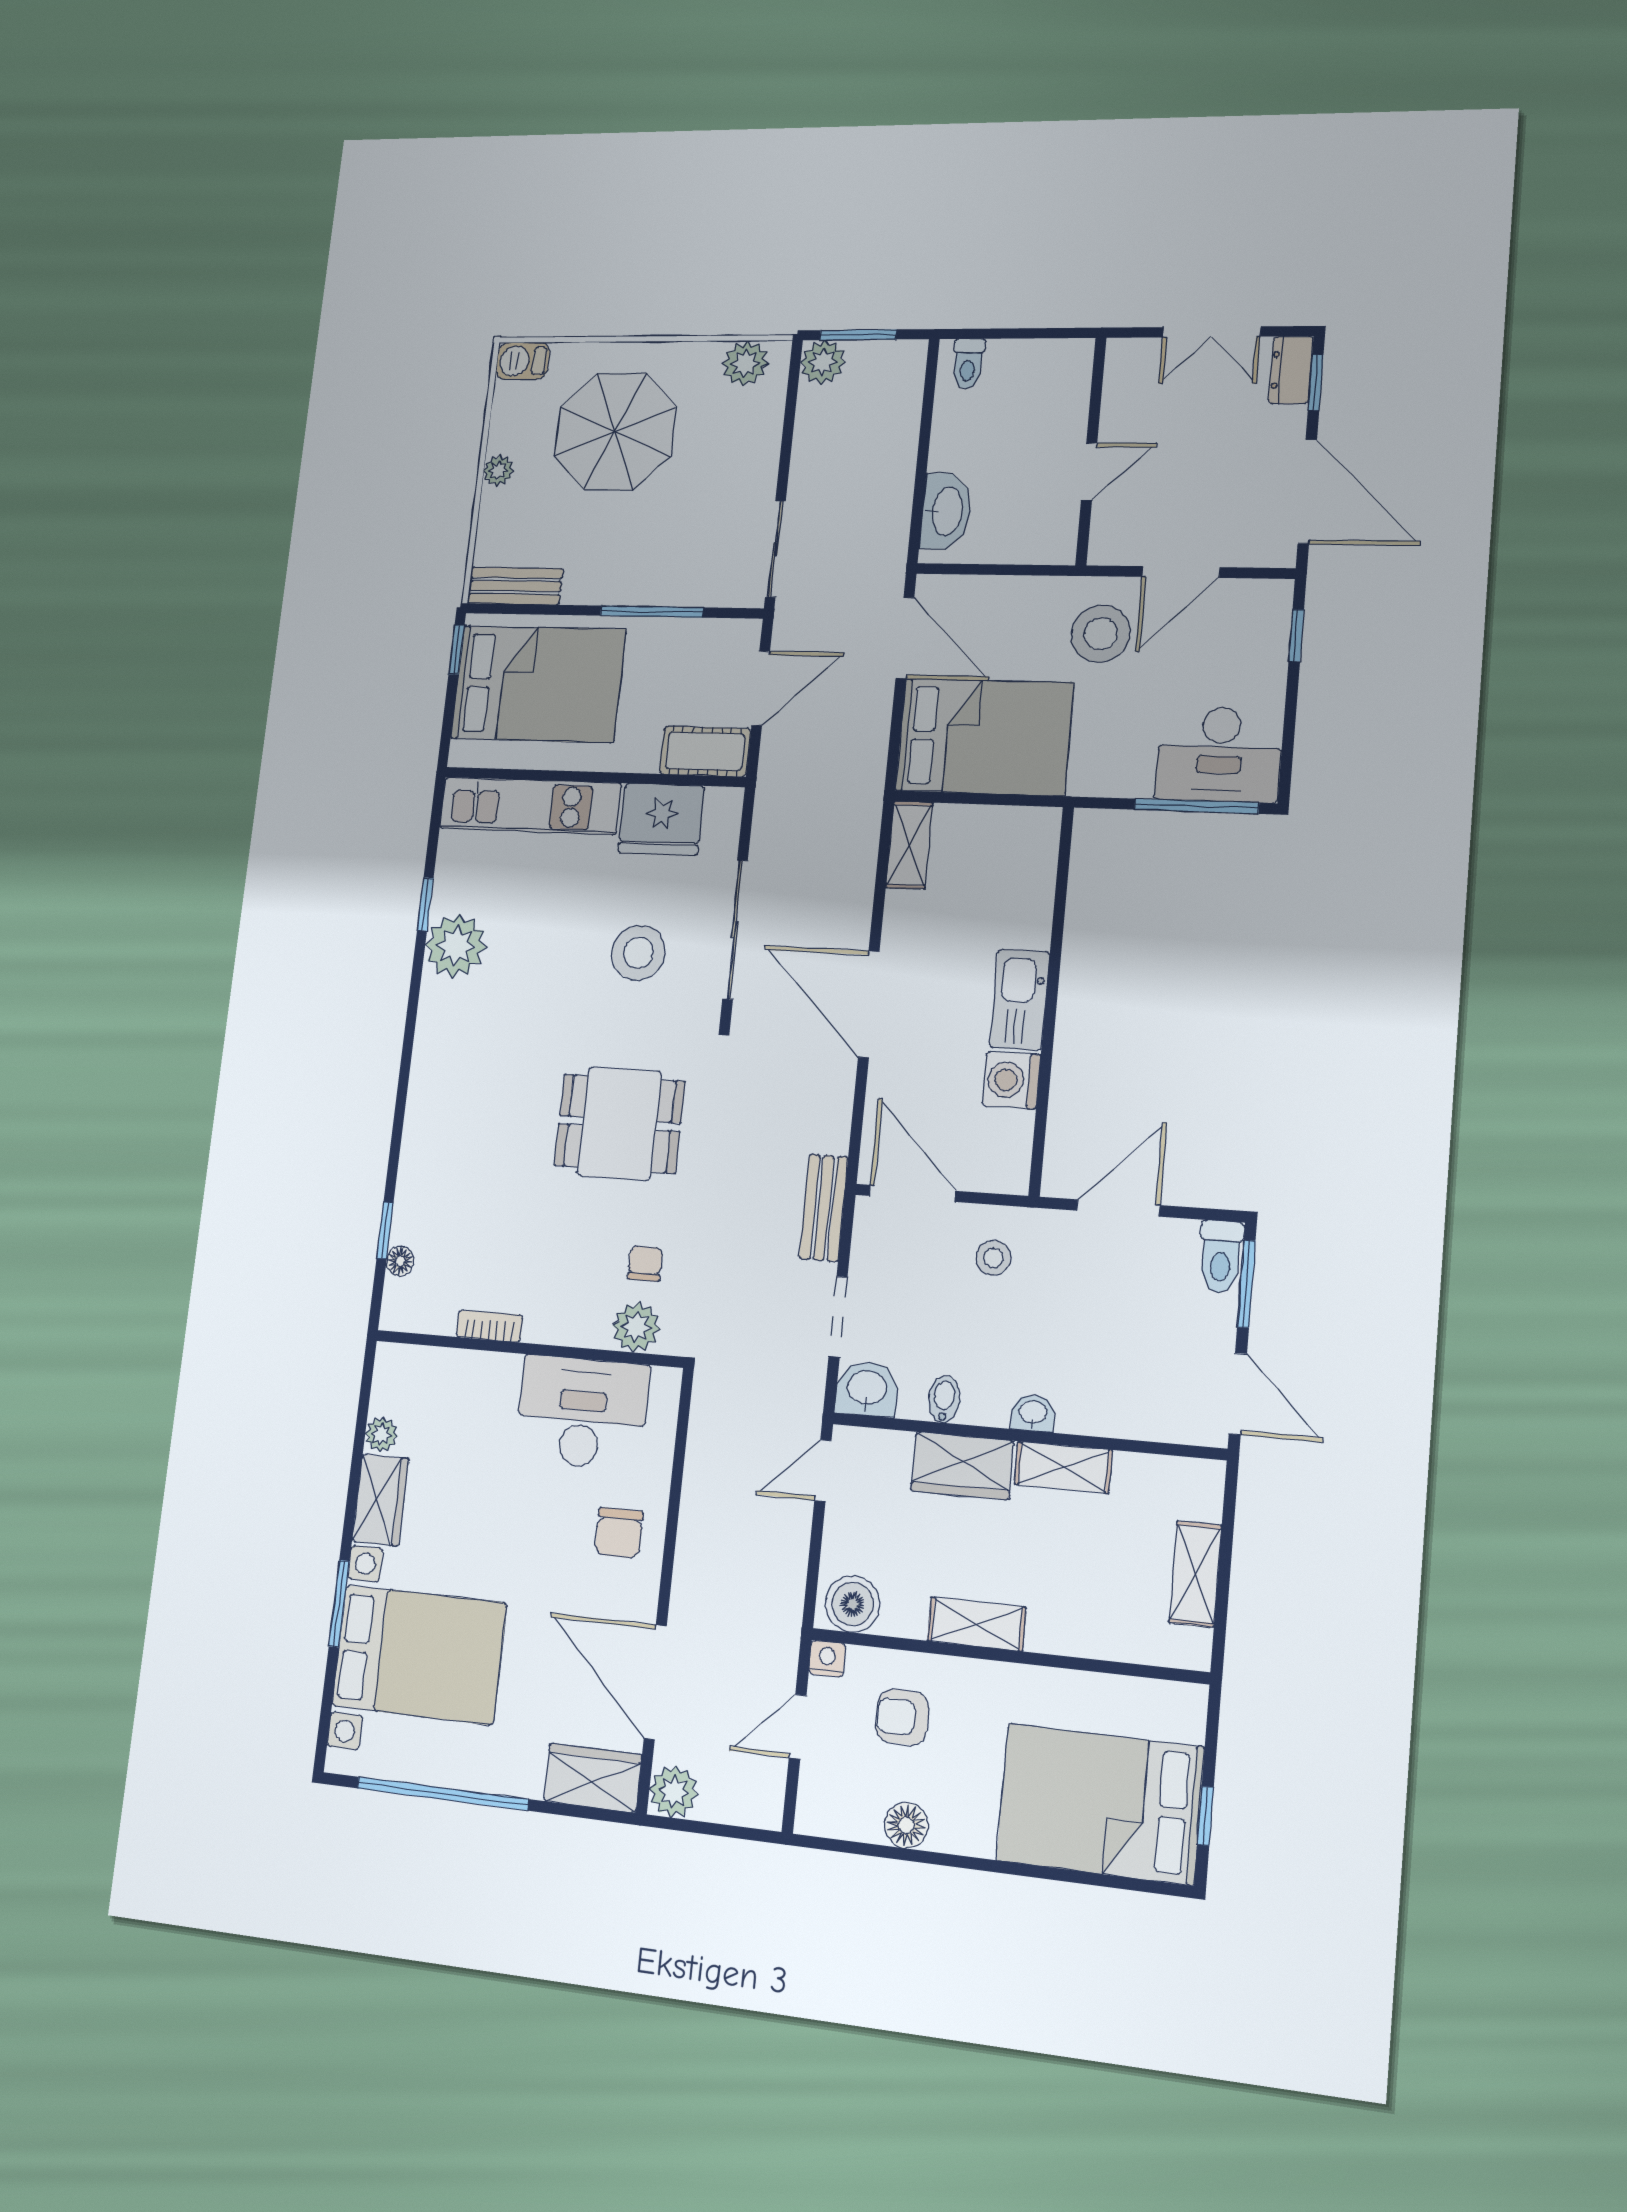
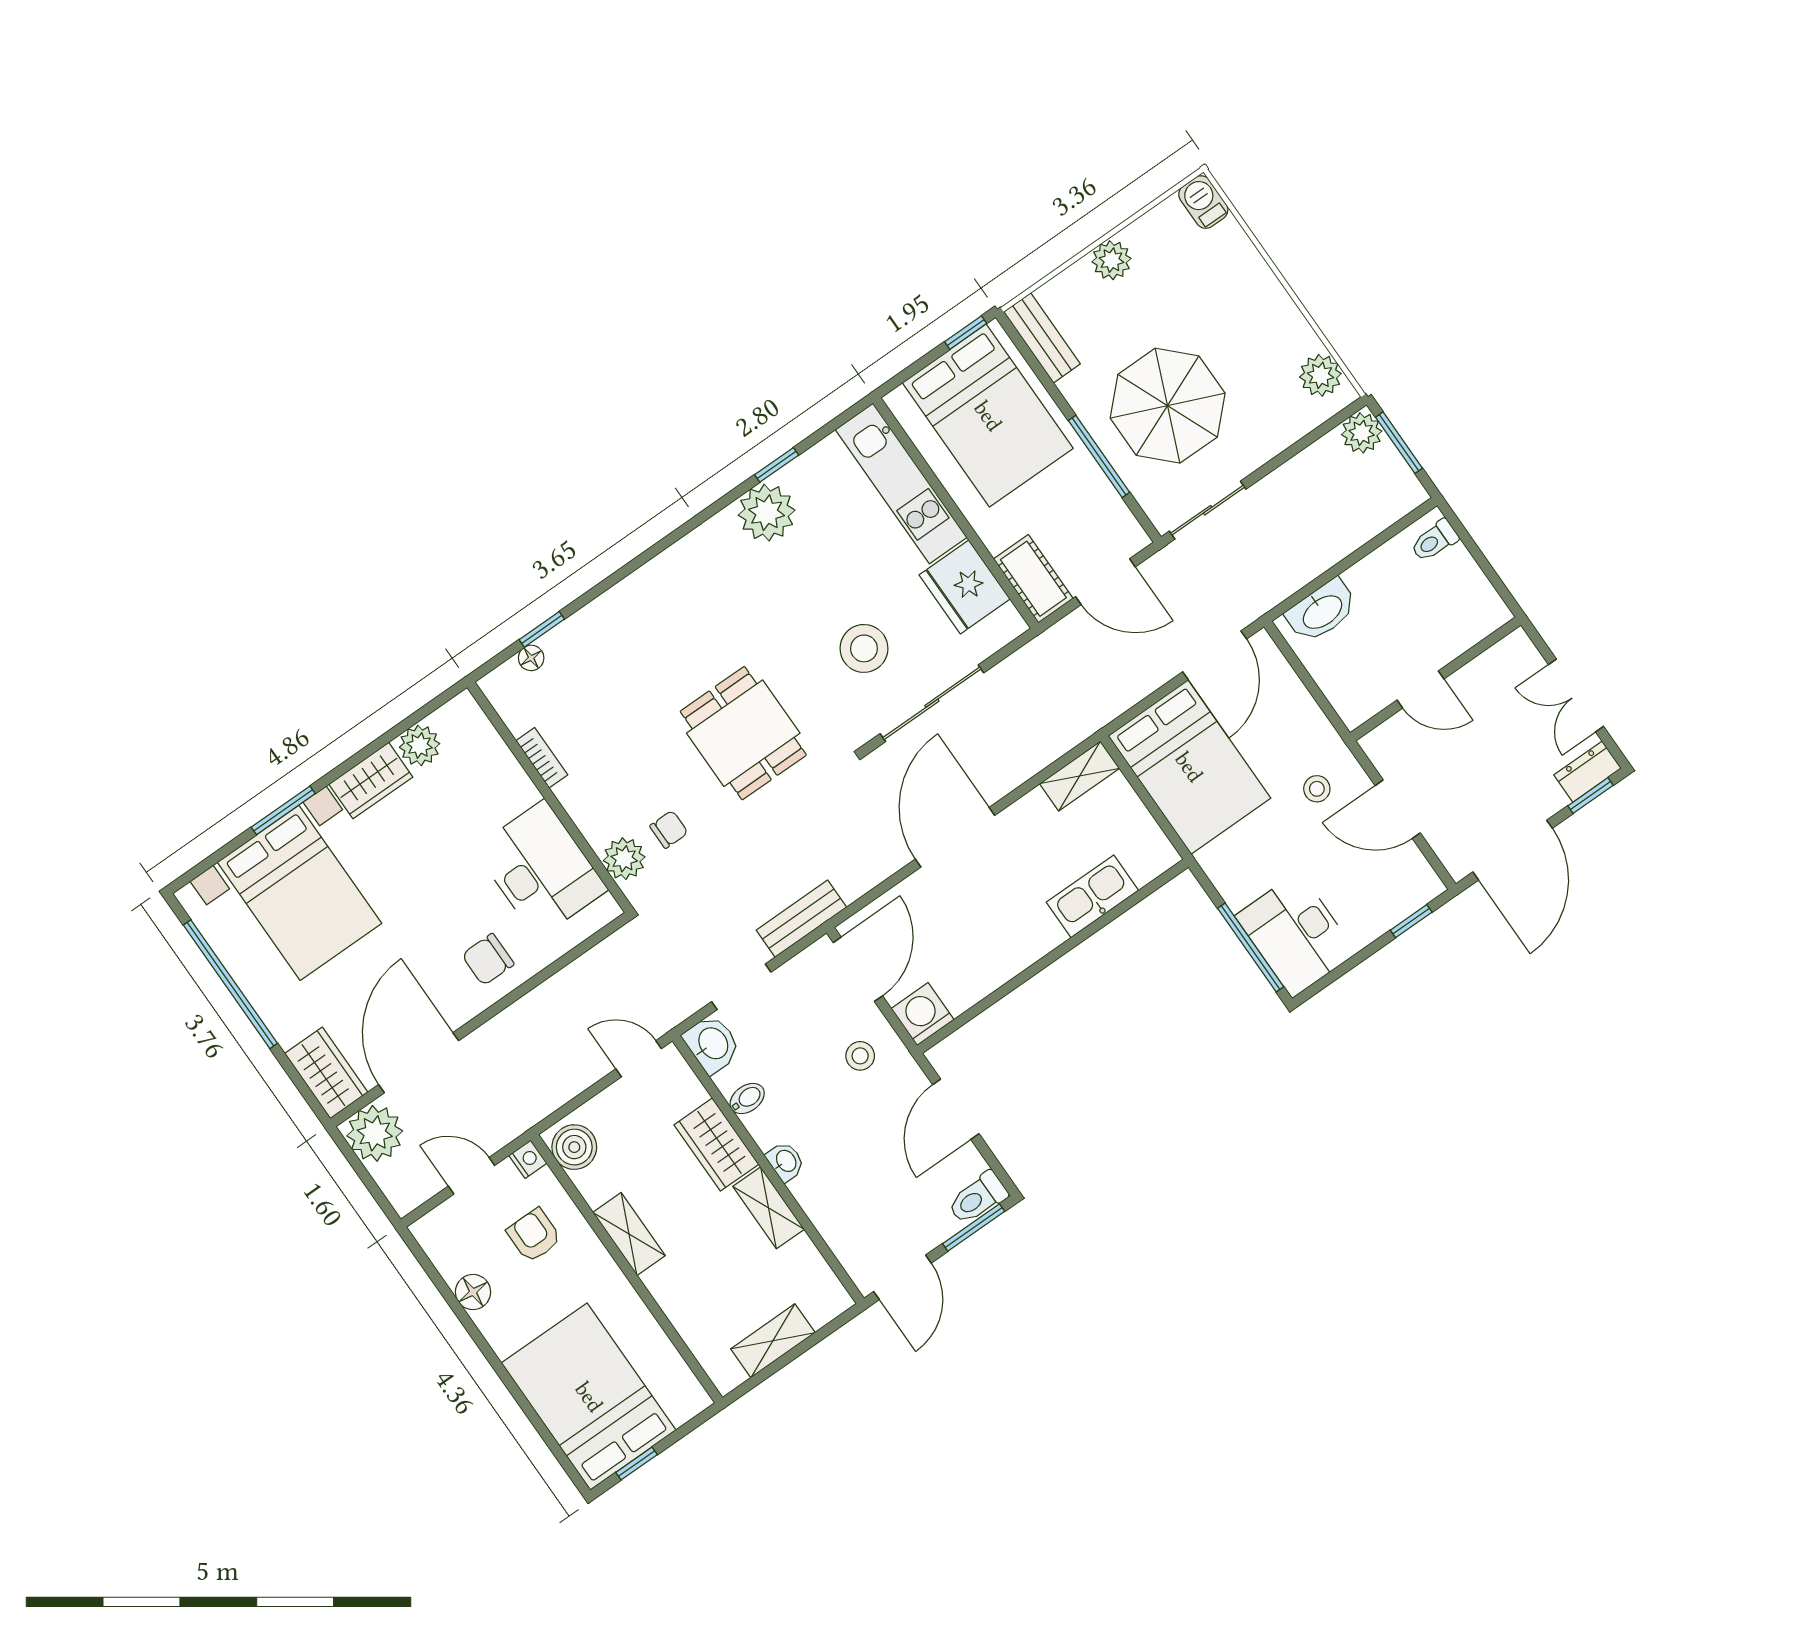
parasol: (615, 431) -> (1168, 406), moved
plant: (498, 471) -> (1111, 260), width x1.38, depth x1.38
stool: (1101, 634) -> (1317, 789), width x0.53, depth x0.53
kitchen sink: (1020, 1000) -> (1092, 896), moved
washing machine: (1011, 1080) -> (923, 1014), moved
door: (1118, 1208) -> (956, 1109), swing flipped
plant: (381, 1434) -> (420, 745), width x1.38, depth x1.38
plant: (674, 1792) -> (375, 1133), width x1.36, depth x1.36

